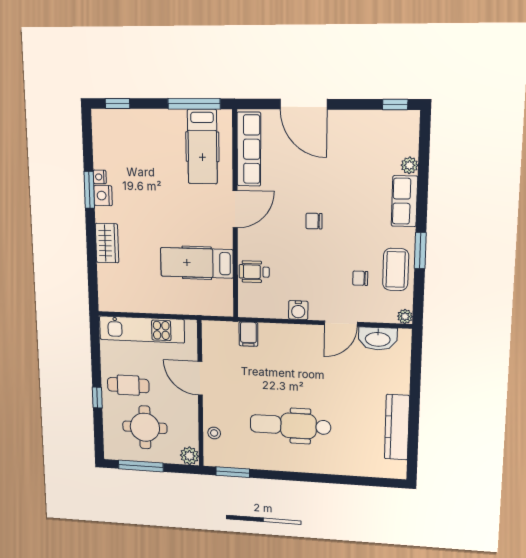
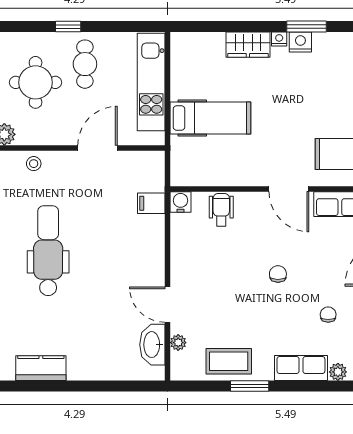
nightstand: (100, 177) -> (279, 39), moved
hospital bed: (197, 263) -> (210, 118), moved, turned 90
chair: (360, 278) -> (328, 315), moved
water cooler: (298, 310) -> (181, 202), moved, turned 90
plant: (405, 316) -> (178, 343), moved
kitchen counter: (397, 427) -> (41, 368), width x0.67

